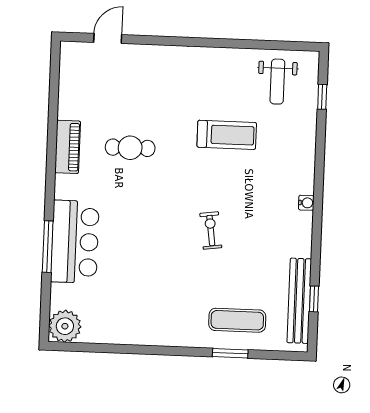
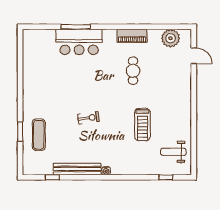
bench: (299, 301) -> (77, 169), moved
plant: (65, 326) -> (171, 38), moved

